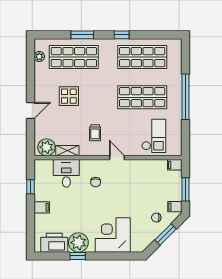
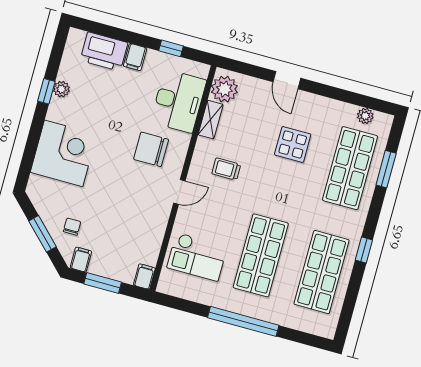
window: (82, 35) -> (386, 169), moved
desk: (66, 173) -> (178, 101), width x1.37
chair: (96, 182) -> (151, 149), width x1.87, depth x1.87
printer: (54, 243) -> (104, 52), moved, turned 90
plant: (78, 243) -> (61, 89), width x0.53, depth x0.53

